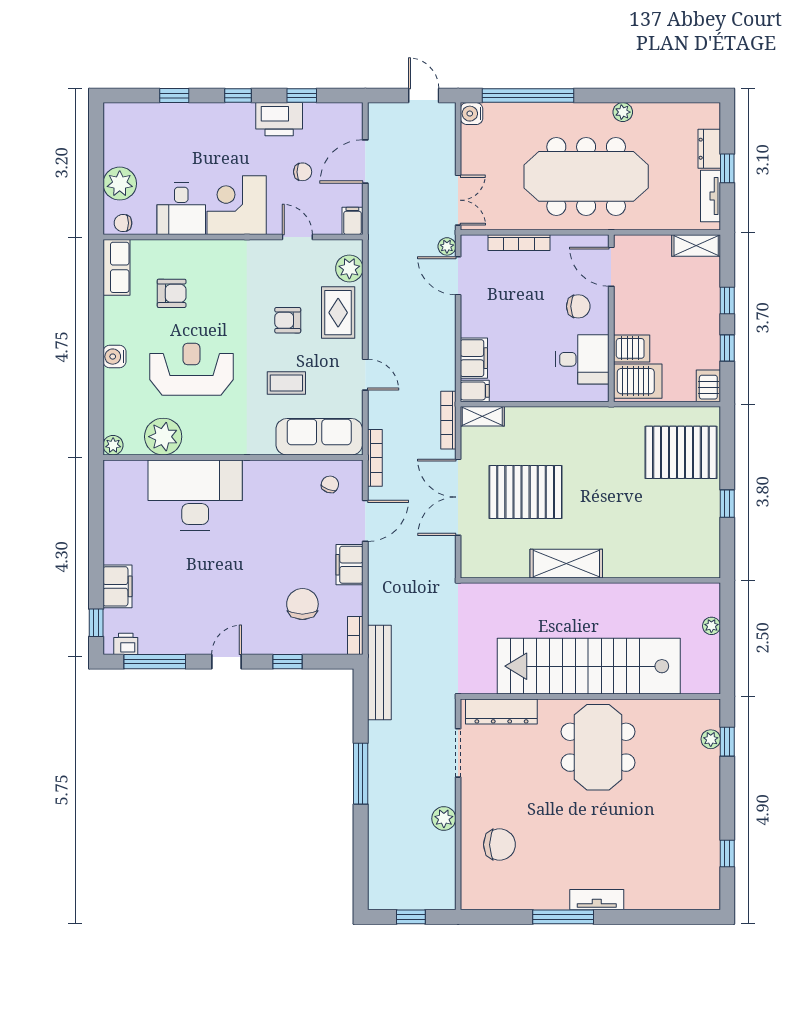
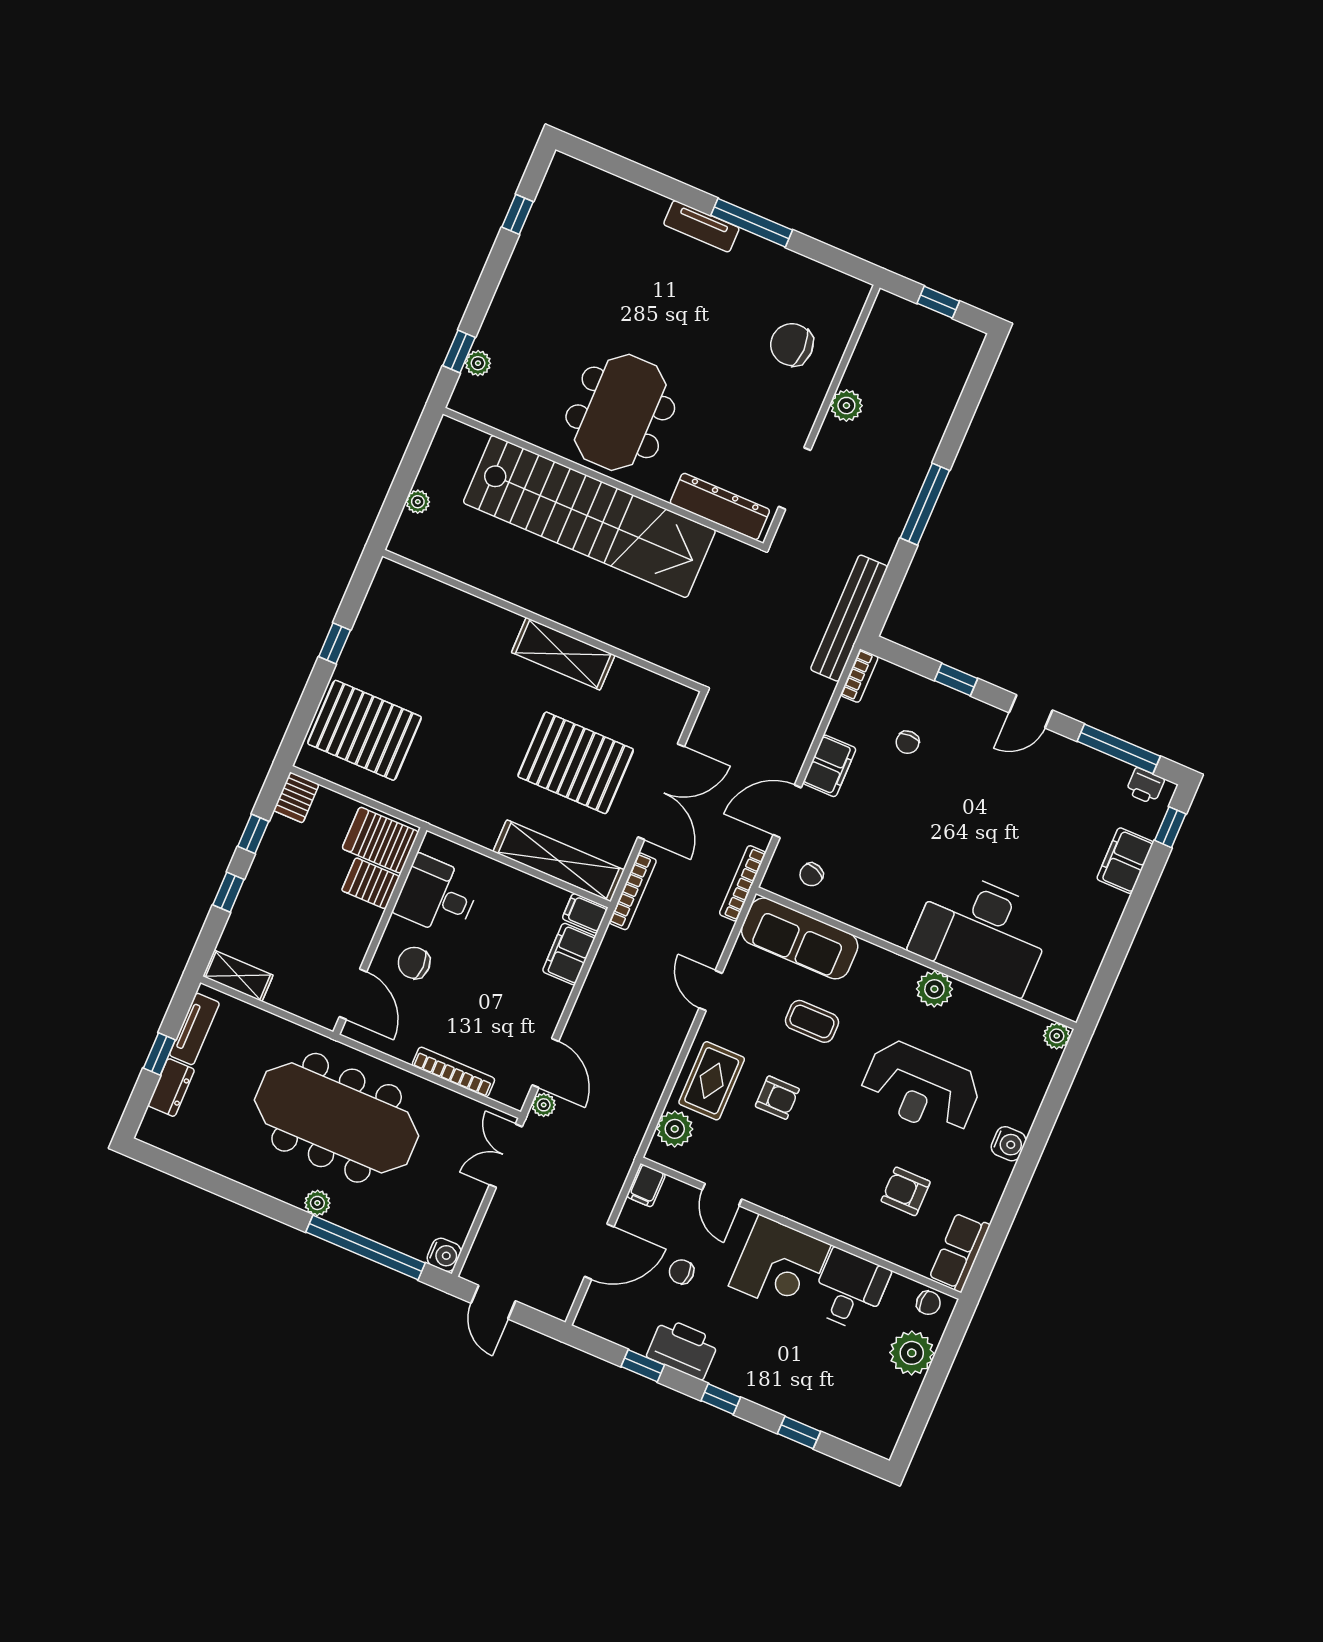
plant: (623, 112) -> (317, 1203), moved
shelving: (482, 416) -> (559, 861), width x2.20, depth x1.33
plant: (163, 437) -> (934, 989), moved, width x0.73, depth x0.73
chair: (302, 604) -> (908, 742), width x0.54, depth x0.54

